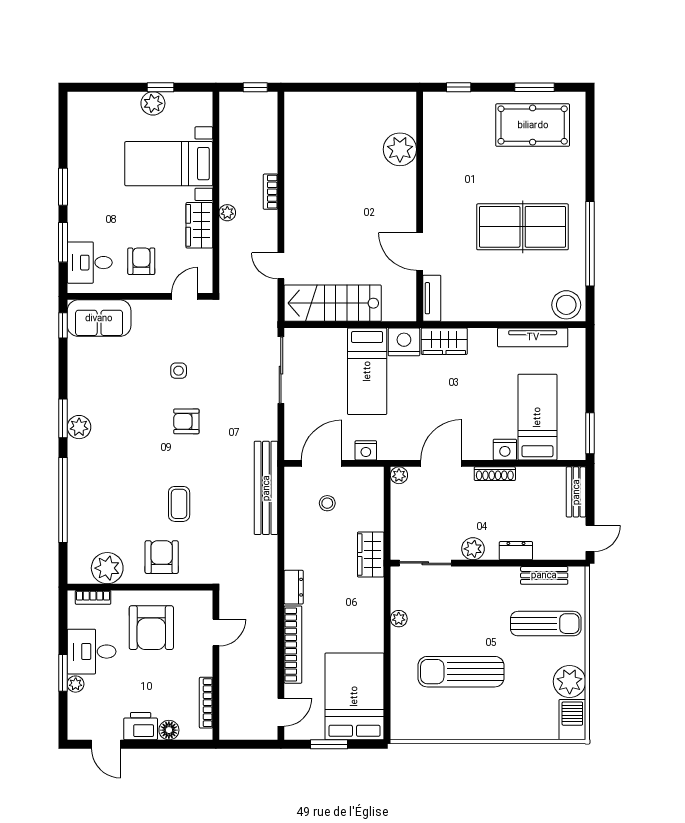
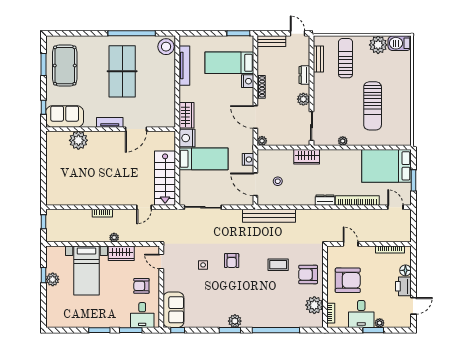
sofa: (442, 125) -> (65, 116), added
tv unit: (432, 298) -> (110, 122), moved

